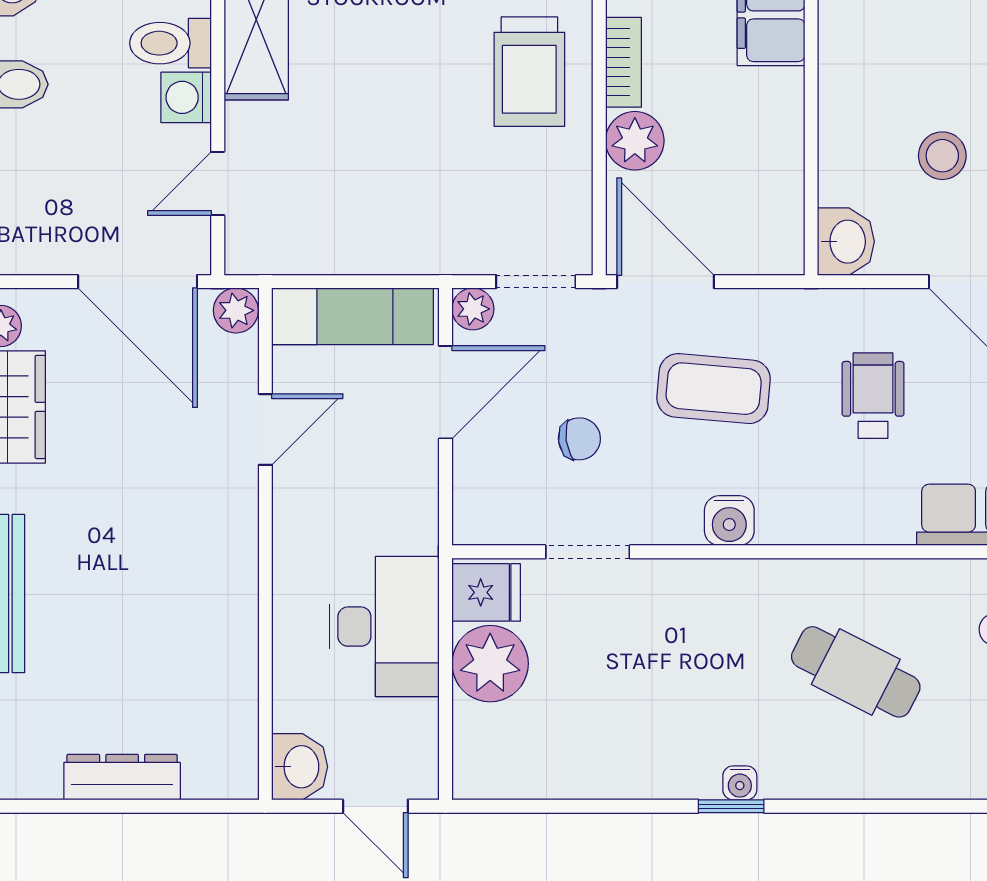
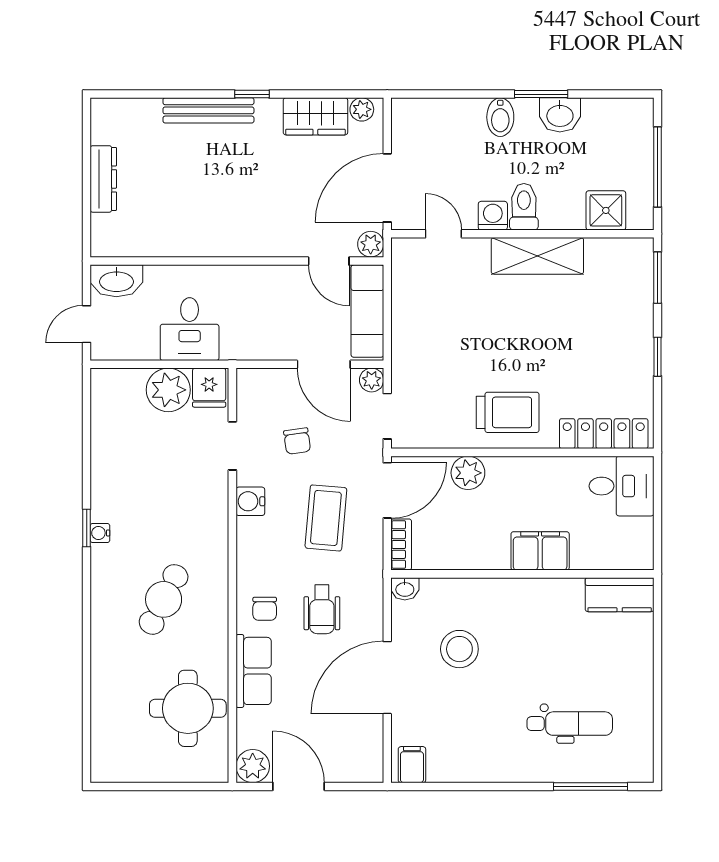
bookcase: (623, 62) -> (401, 544), moved, turned -90
trolley: (529, 72) -> (508, 412), turned 180
stool: (942, 156) -> (459, 649), width x1.38, depth x1.38
washbasin: (846, 242) -> (405, 589), width x0.72, depth x0.69
wheelchair: (873, 396) -> (322, 609), turned 90
door: (265, 429) -> (329, 261), moved
chair: (872, 496) -> (265, 609), added
water cooler: (729, 521) -> (250, 501), moved
desk: (384, 627) -> (190, 329), width x0.73
washbasin: (300, 767) -> (116, 281), width x1.38

